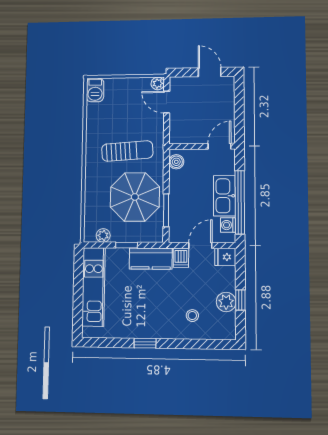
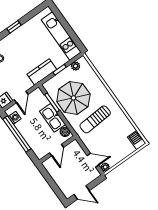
door: (219, 146) -> (56, 150), moved
kitchen sink: (224, 196) -> (52, 118), moved, turned 180
dishwasher: (181, 258) -> (27, 84), removed

